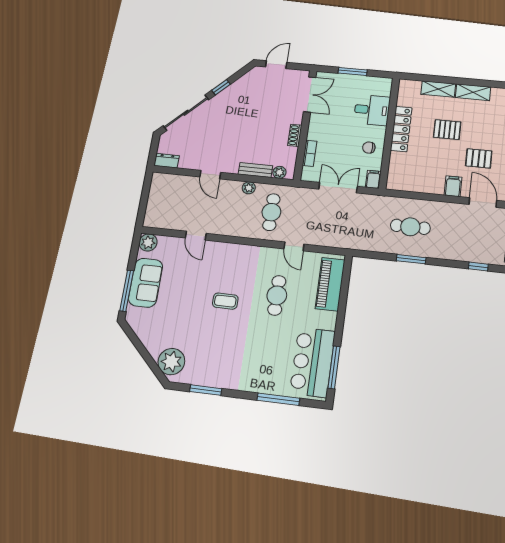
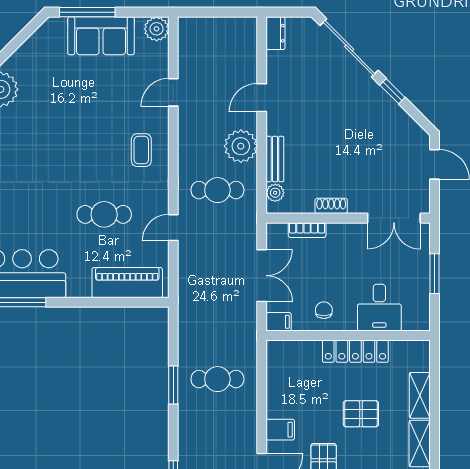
pallet: (447, 130) -> (361, 414), turned 90
plant: (249, 188) -> (241, 146), width x1.88, depth x1.88
cafe table: (410, 227) -> (217, 379), turned 90
coffee table: (225, 301) -> (141, 150), moved

